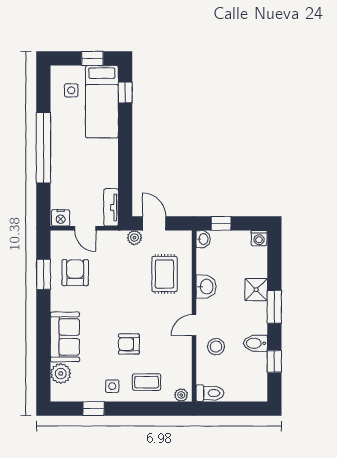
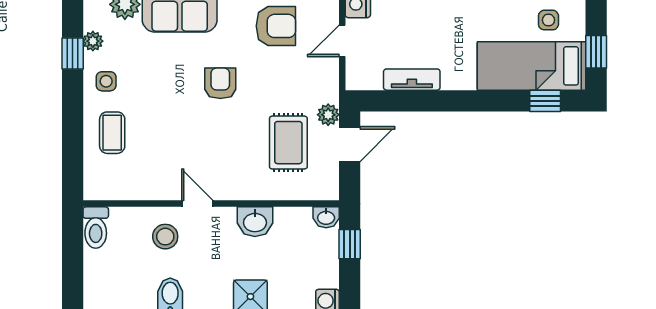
tv unit: (111, 207) -> (412, 80), moved
rug: (164, 274) -> (288, 143), moved, turned 90
armchair: (129, 344) -> (220, 83), moved
plant: (181, 395) -> (93, 41), moved

